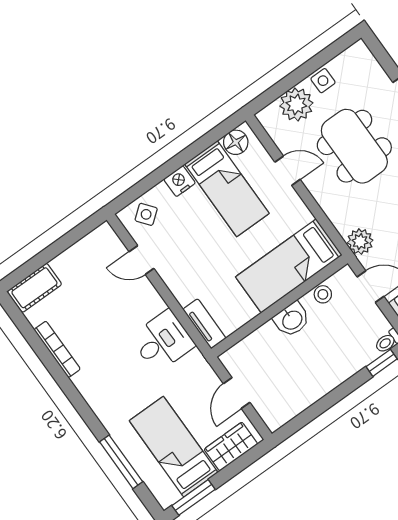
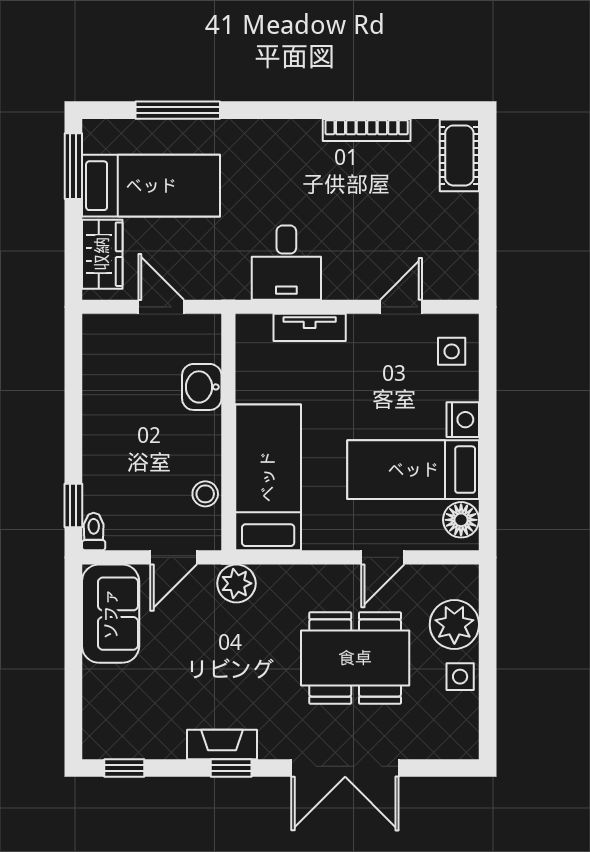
side table: (146, 214) -> (452, 351), turned 38
washbasin: (292, 320) -> (202, 387), moved
tv unit: (204, 324) -> (310, 327), moved

